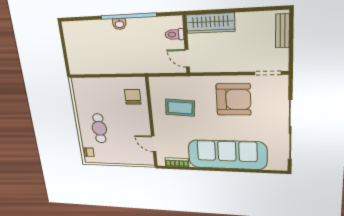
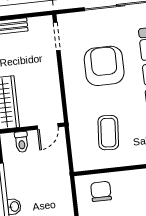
chair: (133, 97) -> (101, 191), turned 90
armchair: (234, 99) -> (104, 66), moved

